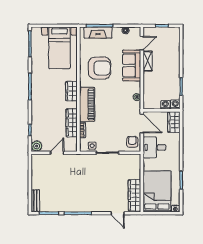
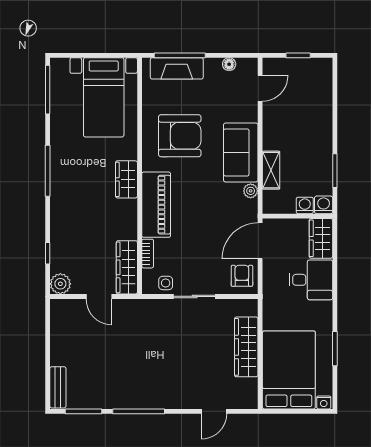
shelving: (148, 61) -> (271, 170), moved
sofa: (132, 65) -> (241, 152), moved
wardrobe: (72, 123) -> (127, 267), moved
door: (142, 123) -> (260, 241), swing flipped
desk: (154, 147) -> (311, 280), moved, turned 180
door: (57, 153) -> (99, 296), swing flipped
wardrobe: (135, 195) -> (246, 347), moved
door: (117, 213) -> (214, 411), hinge flipped

